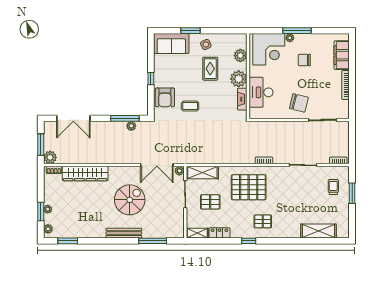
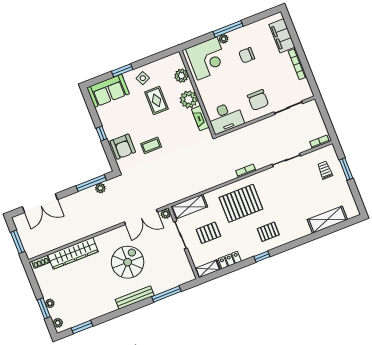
desk: (261, 92) -> (225, 118), moved, turned -90
chair: (299, 103) -> (258, 100), turned 76
plant: (50, 157) -> (32, 251), removed

